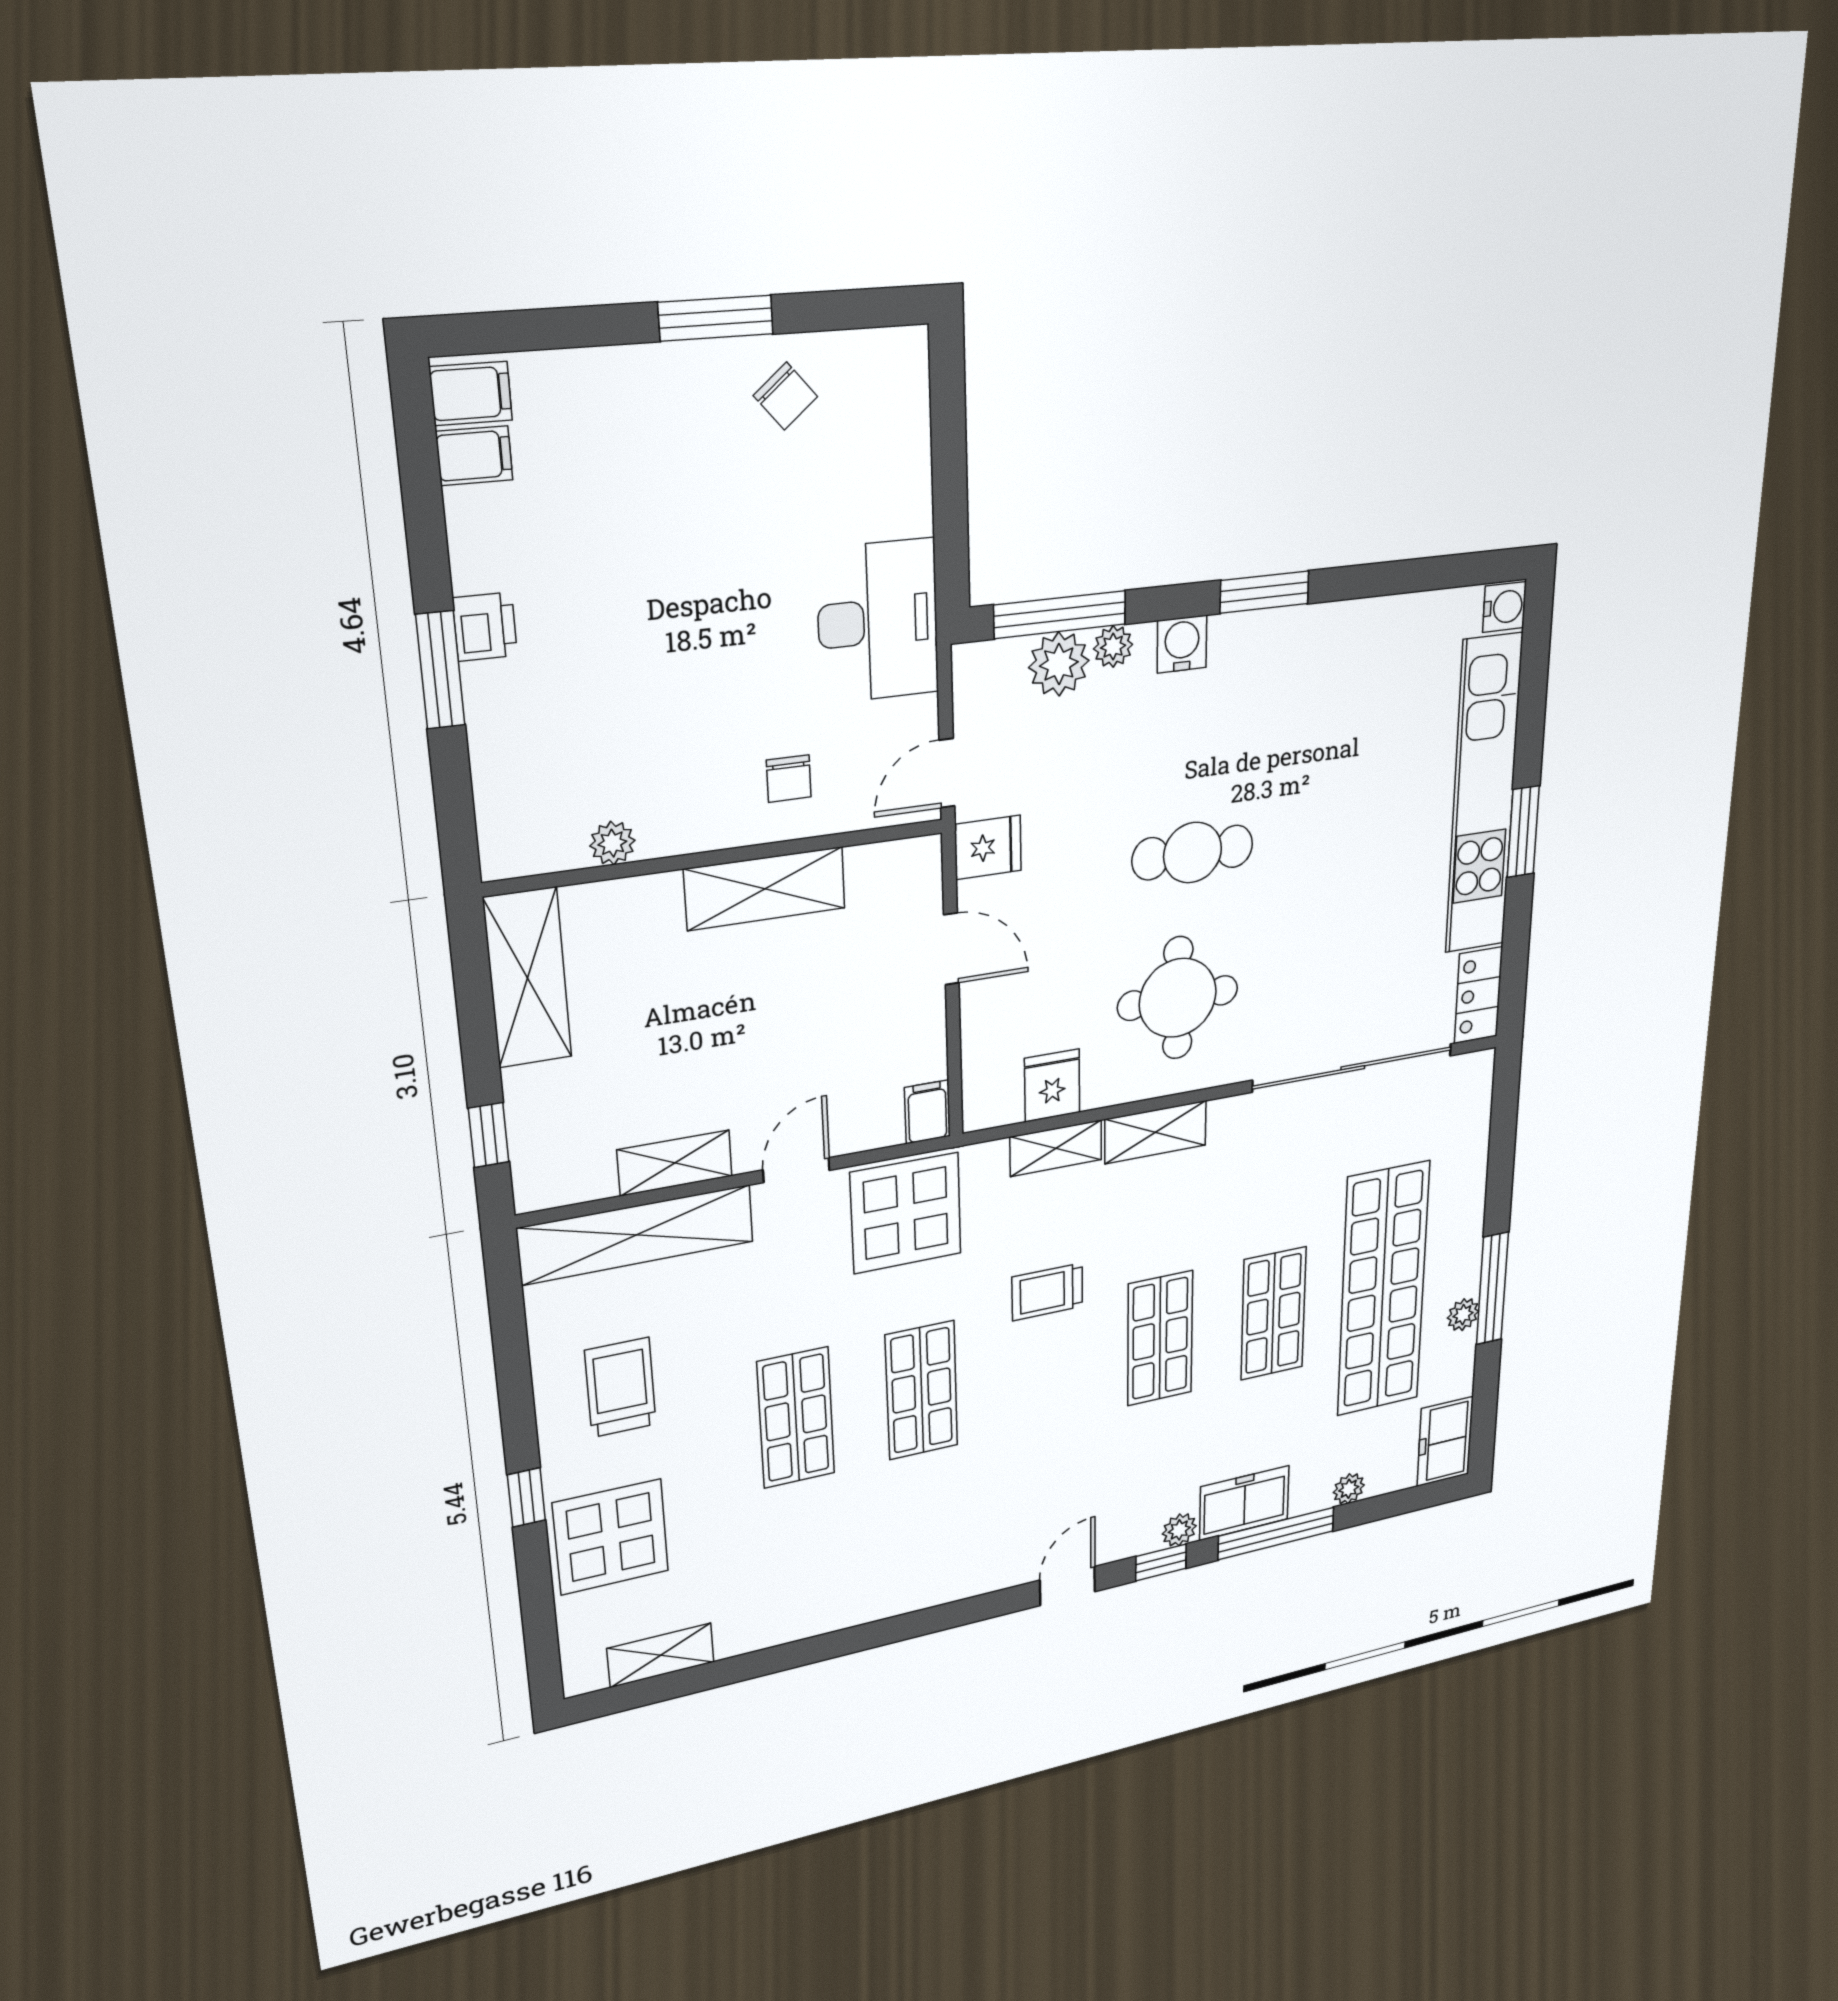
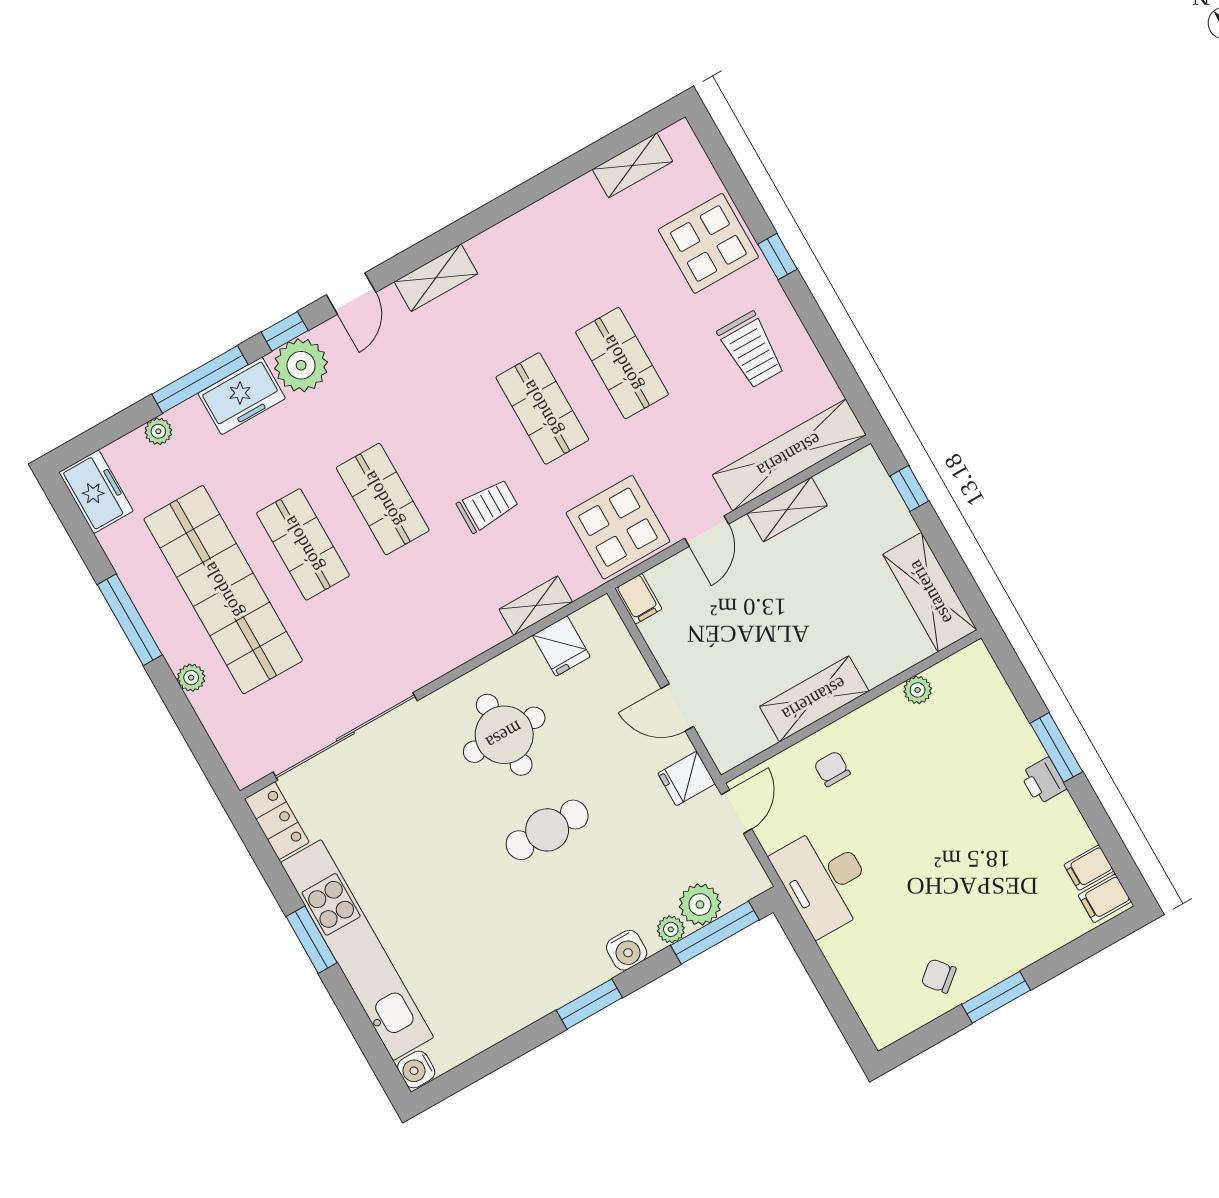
shelving: (1156, 1132) -> (436, 278), moved
plant: (1463, 1315) -> (191, 678), moved
plant: (1179, 1530) -> (301, 365), width x1.87, depth x1.87

